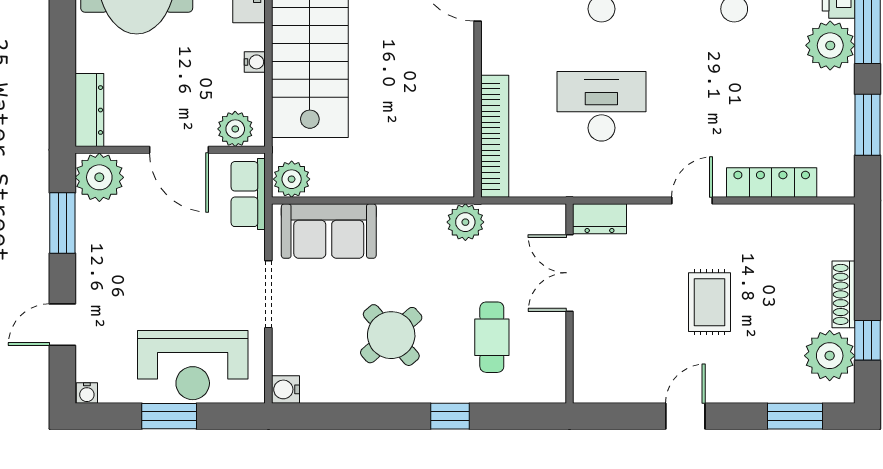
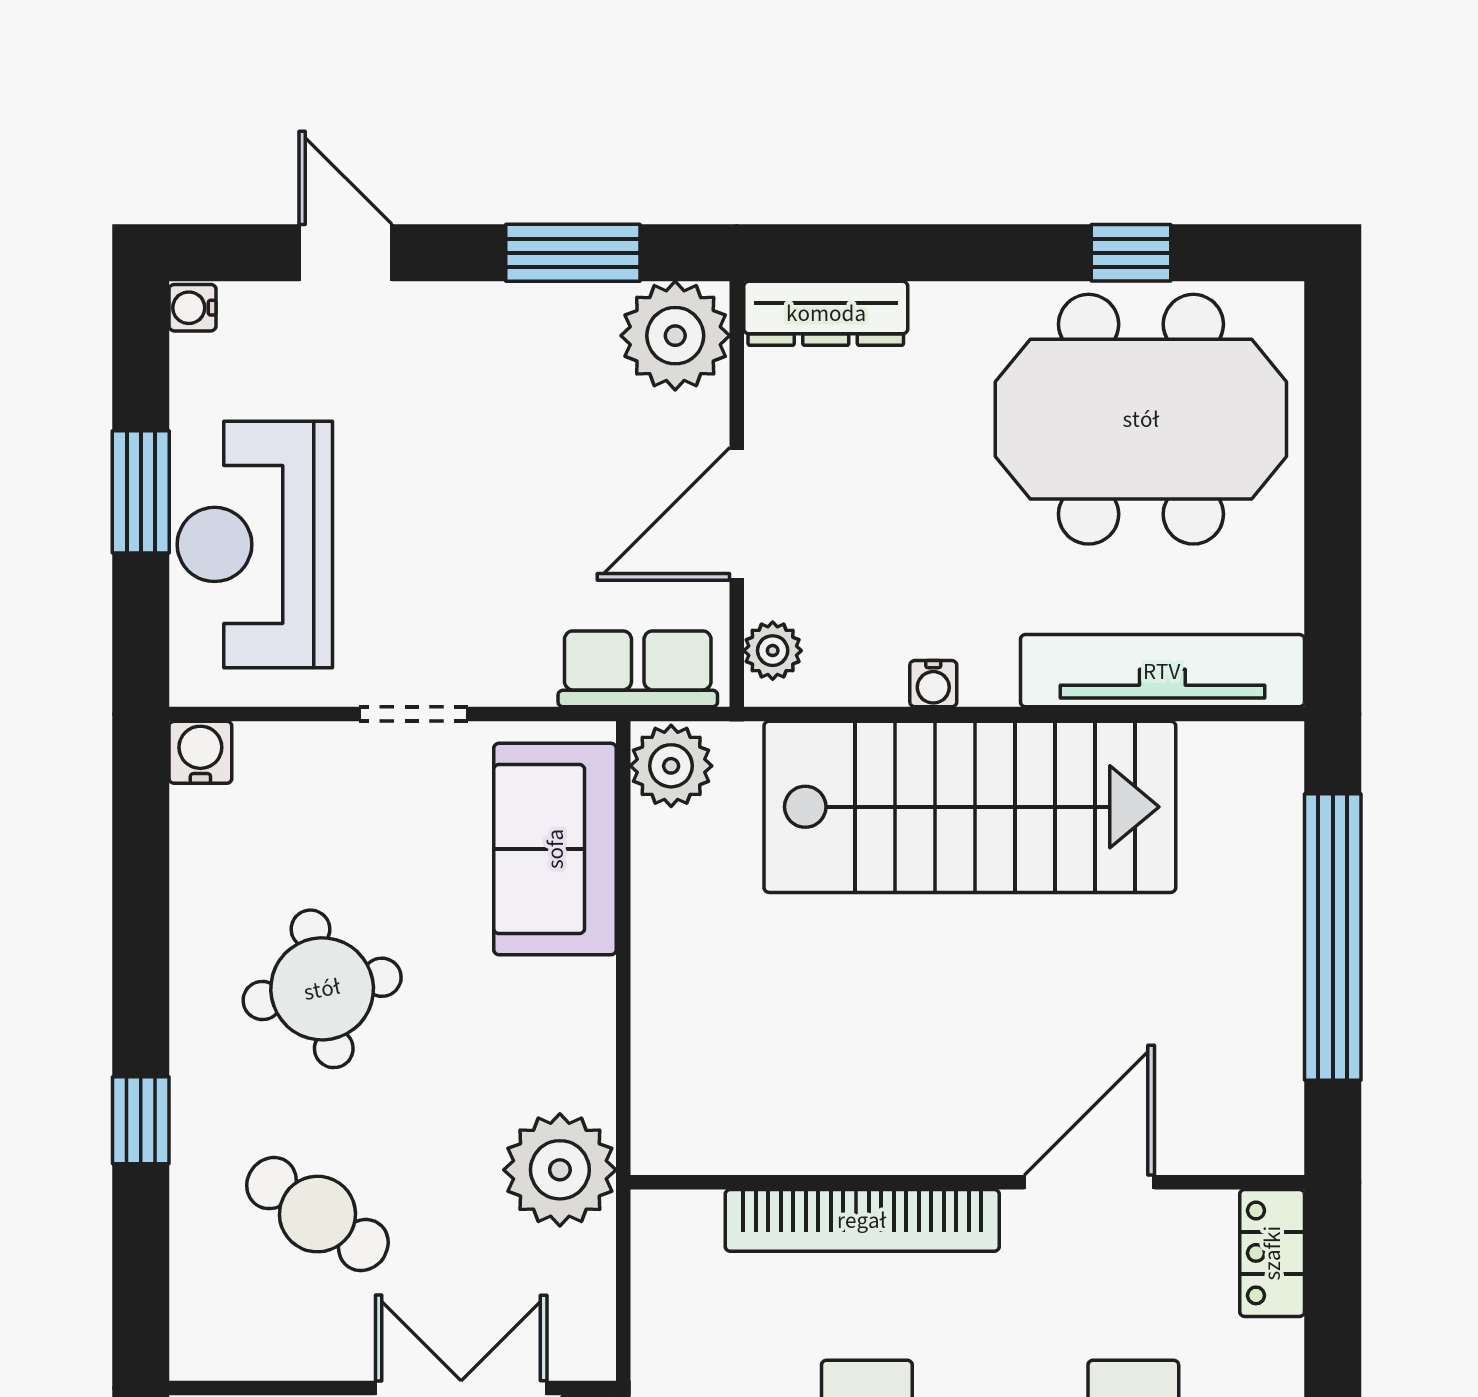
plant: (235, 129) -> (773, 651), width x0.73, depth x0.73
bookcase: (495, 136) -> (862, 1220), moved
plant: (465, 222) -> (560, 1170), width x1.36, depth x1.36
doorway: (268, 294) -> (414, 714), width x0.73
round table: (391, 335) -> (322, 989), turned 30
cafe table: (492, 337) -> (317, 1214), turned 34

